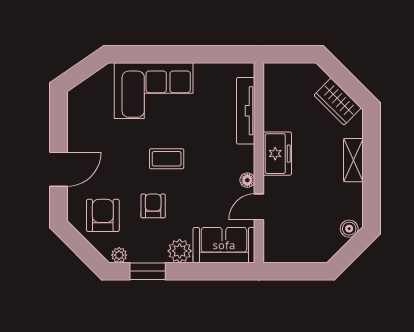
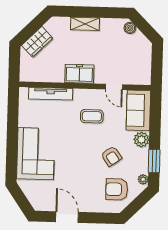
wardrobe: (338, 102) -> (37, 42), moved
coffee table: (167, 159) -> (92, 116), moved, turned 90
door: (59, 169) -> (67, 217), moved
floor lamp: (247, 180) -> (96, 94), removed
armchair: (153, 206) -> (111, 156), turned -125

